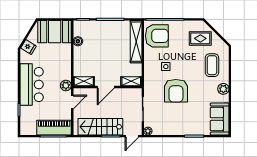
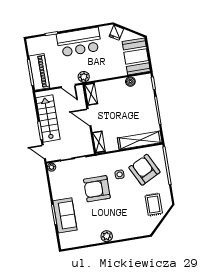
armchair: (157, 36) -> (144, 170), moved, turned 153
coffee table: (212, 65) -> (129, 221), removed
sofa: (220, 119) -> (65, 215), moved, turned 90

